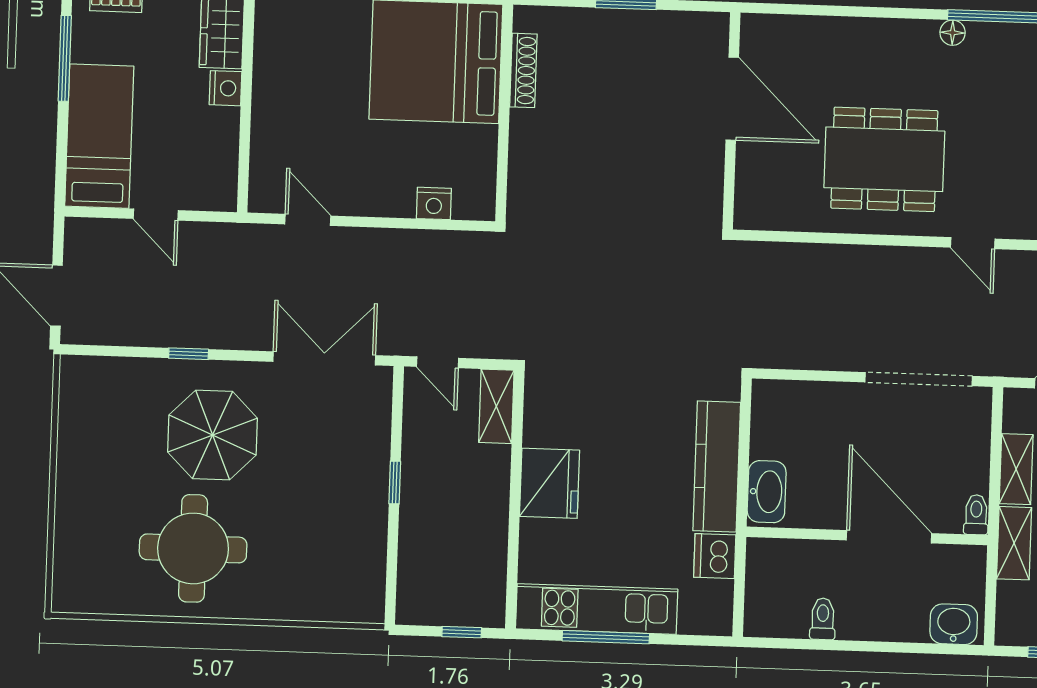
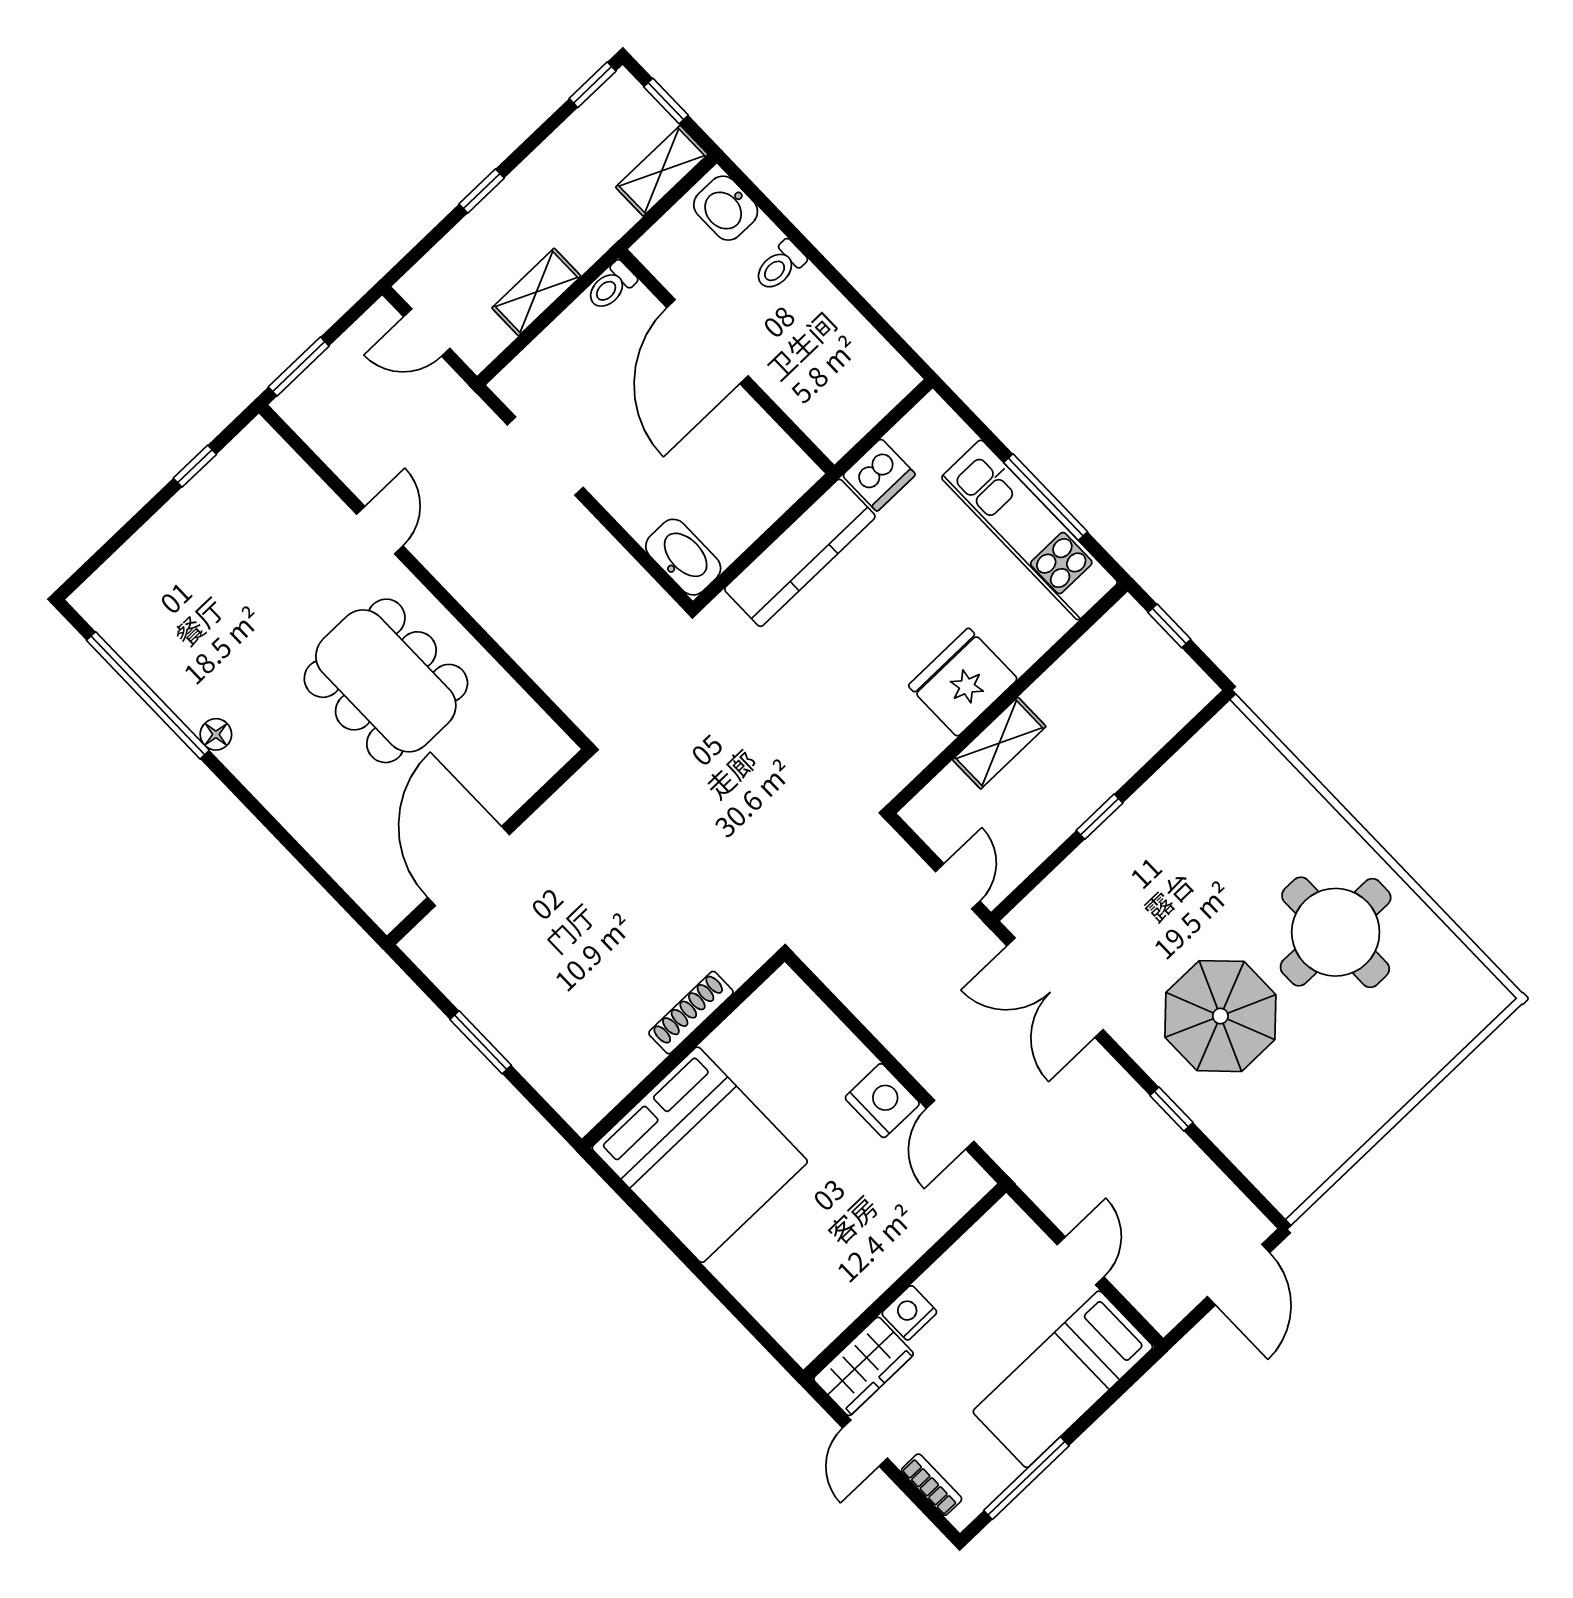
shoe rack: (523, 70) -> (691, 1013), moved
nightstand: (434, 203) -> (882, 1101), moved, width x1.36, depth x1.33
doorway: (919, 379) -> (545, 456), width x0.73
shelving: (496, 406) -> (999, 743), moved
washbasin: (767, 492) -> (683, 557), moved, turned 90
shelving: (1014, 543) -> (662, 171), moved
toilet: (823, 619) -> (780, 266), moved

